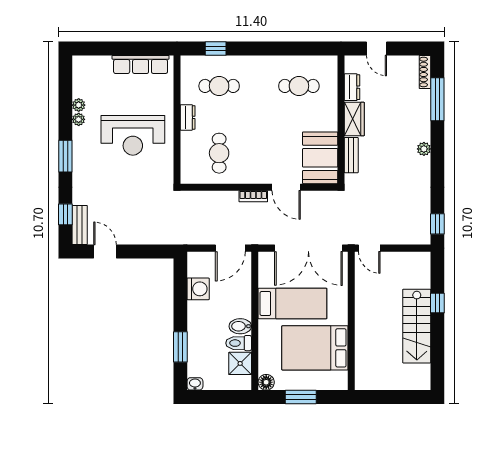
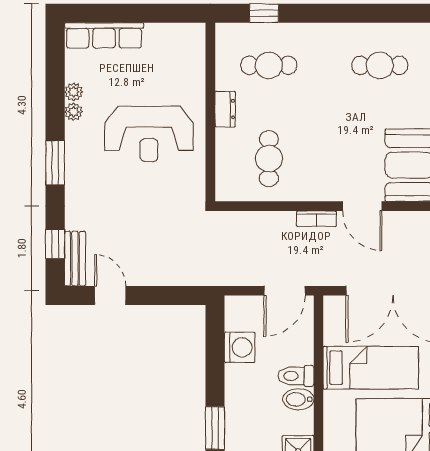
row of seats: (141, 64) -> (104, 35), moved
toilet: (239, 343) -> (296, 376), moved

